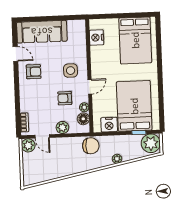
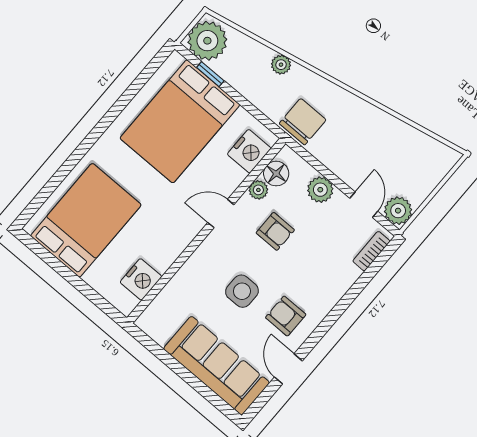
side table: (71, 71) -> (242, 291), moved
nightstand: (109, 125) -> (249, 151), moved, turned 90
chair: (91, 146) -> (303, 122), turned 90

